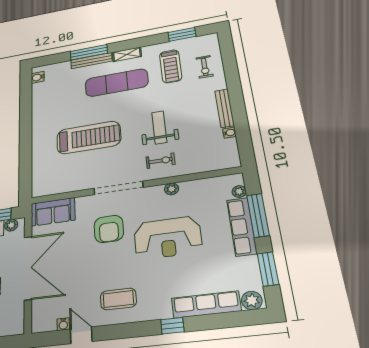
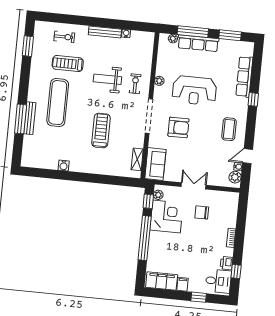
shelving: (127, 54) -> (137, 159), moved
treadmill: (171, 66) -> (68, 64), moved, turned 180
water cooler: (38, 77) -> (64, 166), moved
treadmill: (89, 138) -> (101, 131), width x0.73, depth x0.73
reception desk: (168, 238) -> (194, 90), turned 90
double door: (28, 268) -> (194, 186), width x0.54
plant: (252, 300) -> (235, 177), moved

